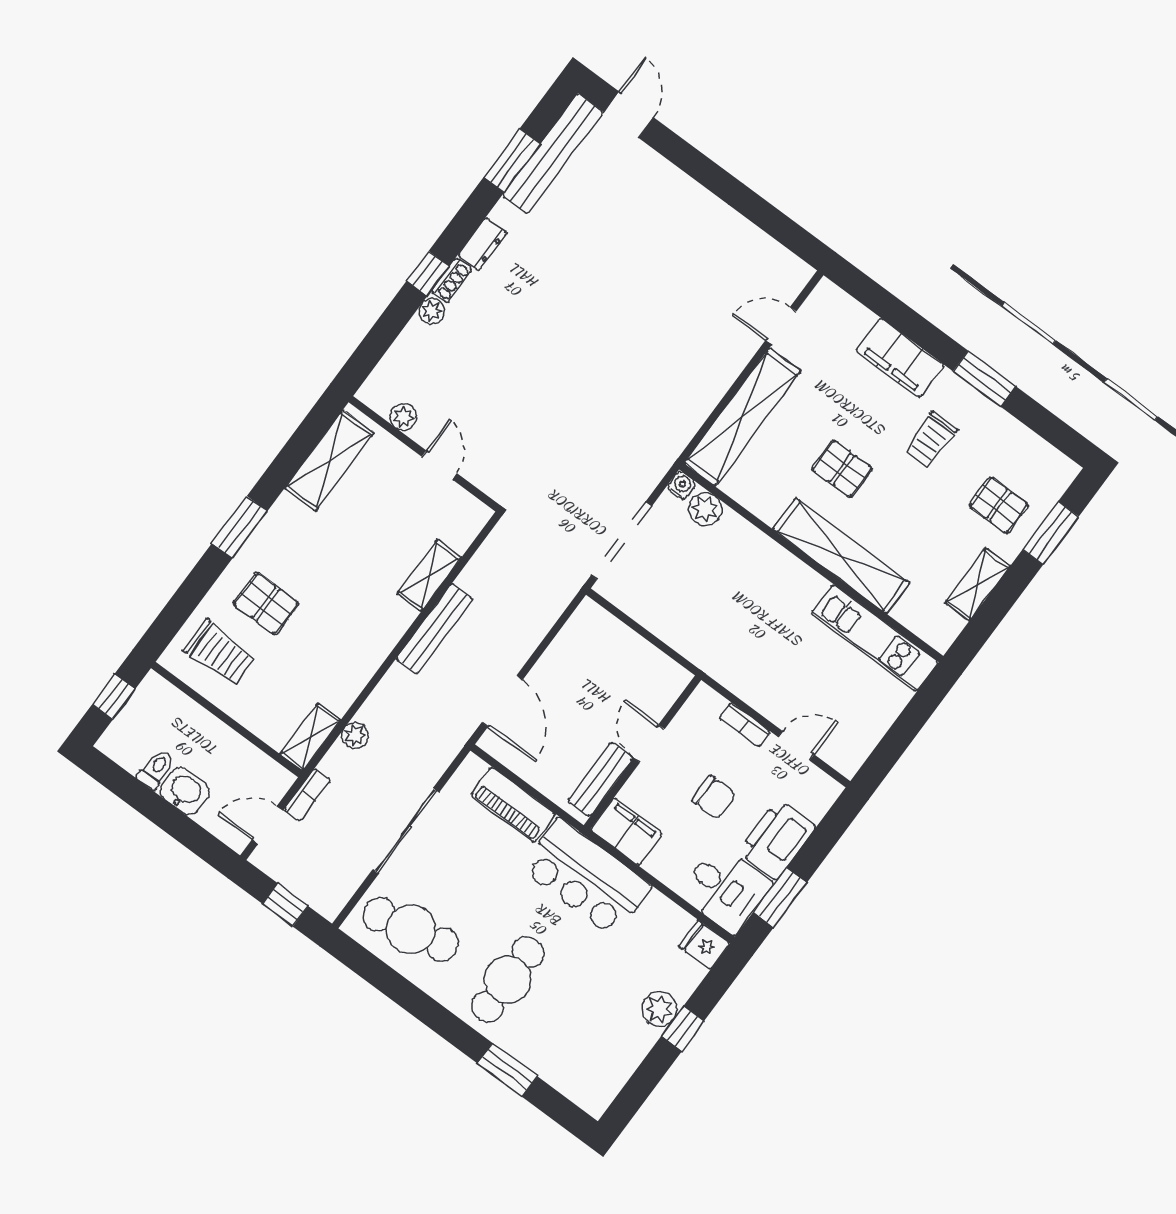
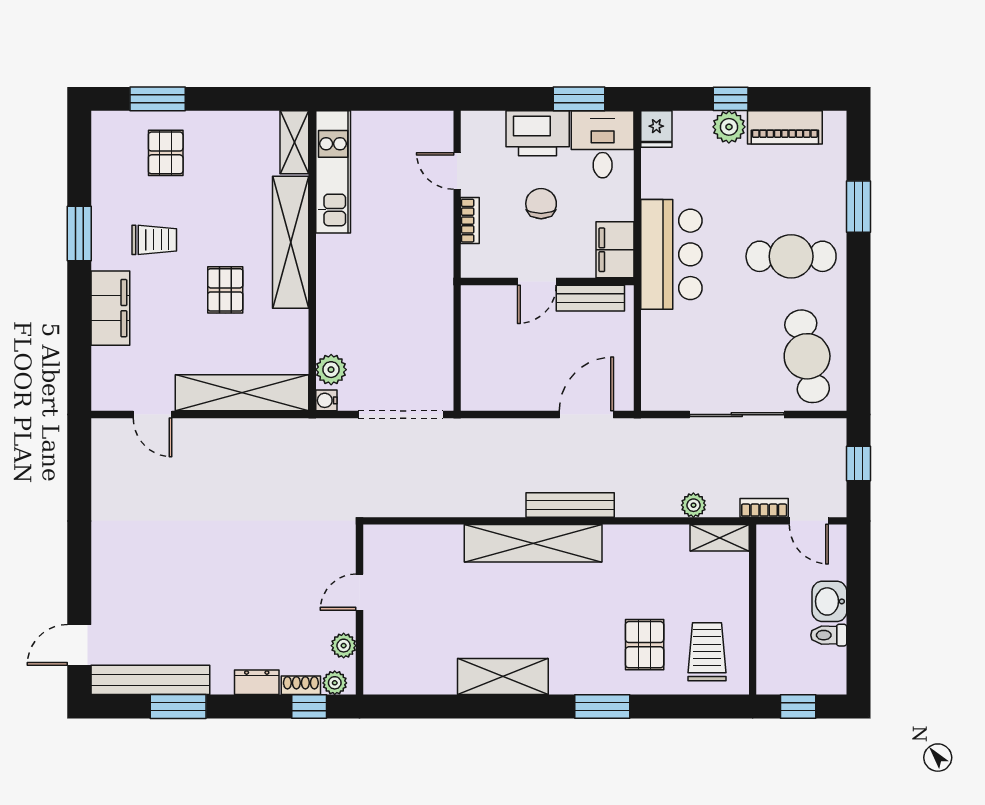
plant: (403, 417) -> (344, 646), moved
wall: (424, 454) -> (360, 610), moved
door: (439, 465) -> (360, 592), moved
shelving: (429, 575) -> (533, 543), width x2.20, depth x1.33
shelving: (978, 584) -> (294, 142), moved, turned 90
piano: (513, 805) -> (785, 127), moved, turned 90

